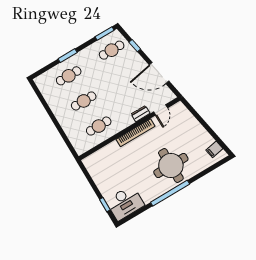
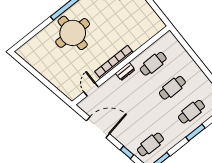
dresser: (141, 114) -> (125, 72), moved
filing cabinet: (214, 149) -> (30, 56), removed

